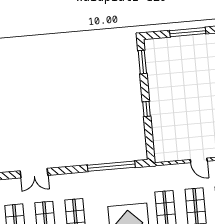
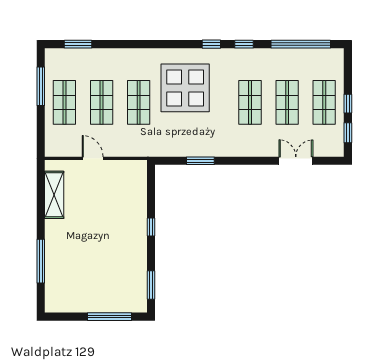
window: (188, 32) -> (110, 317), moved
window: (111, 166) -> (200, 161), width x0.47

